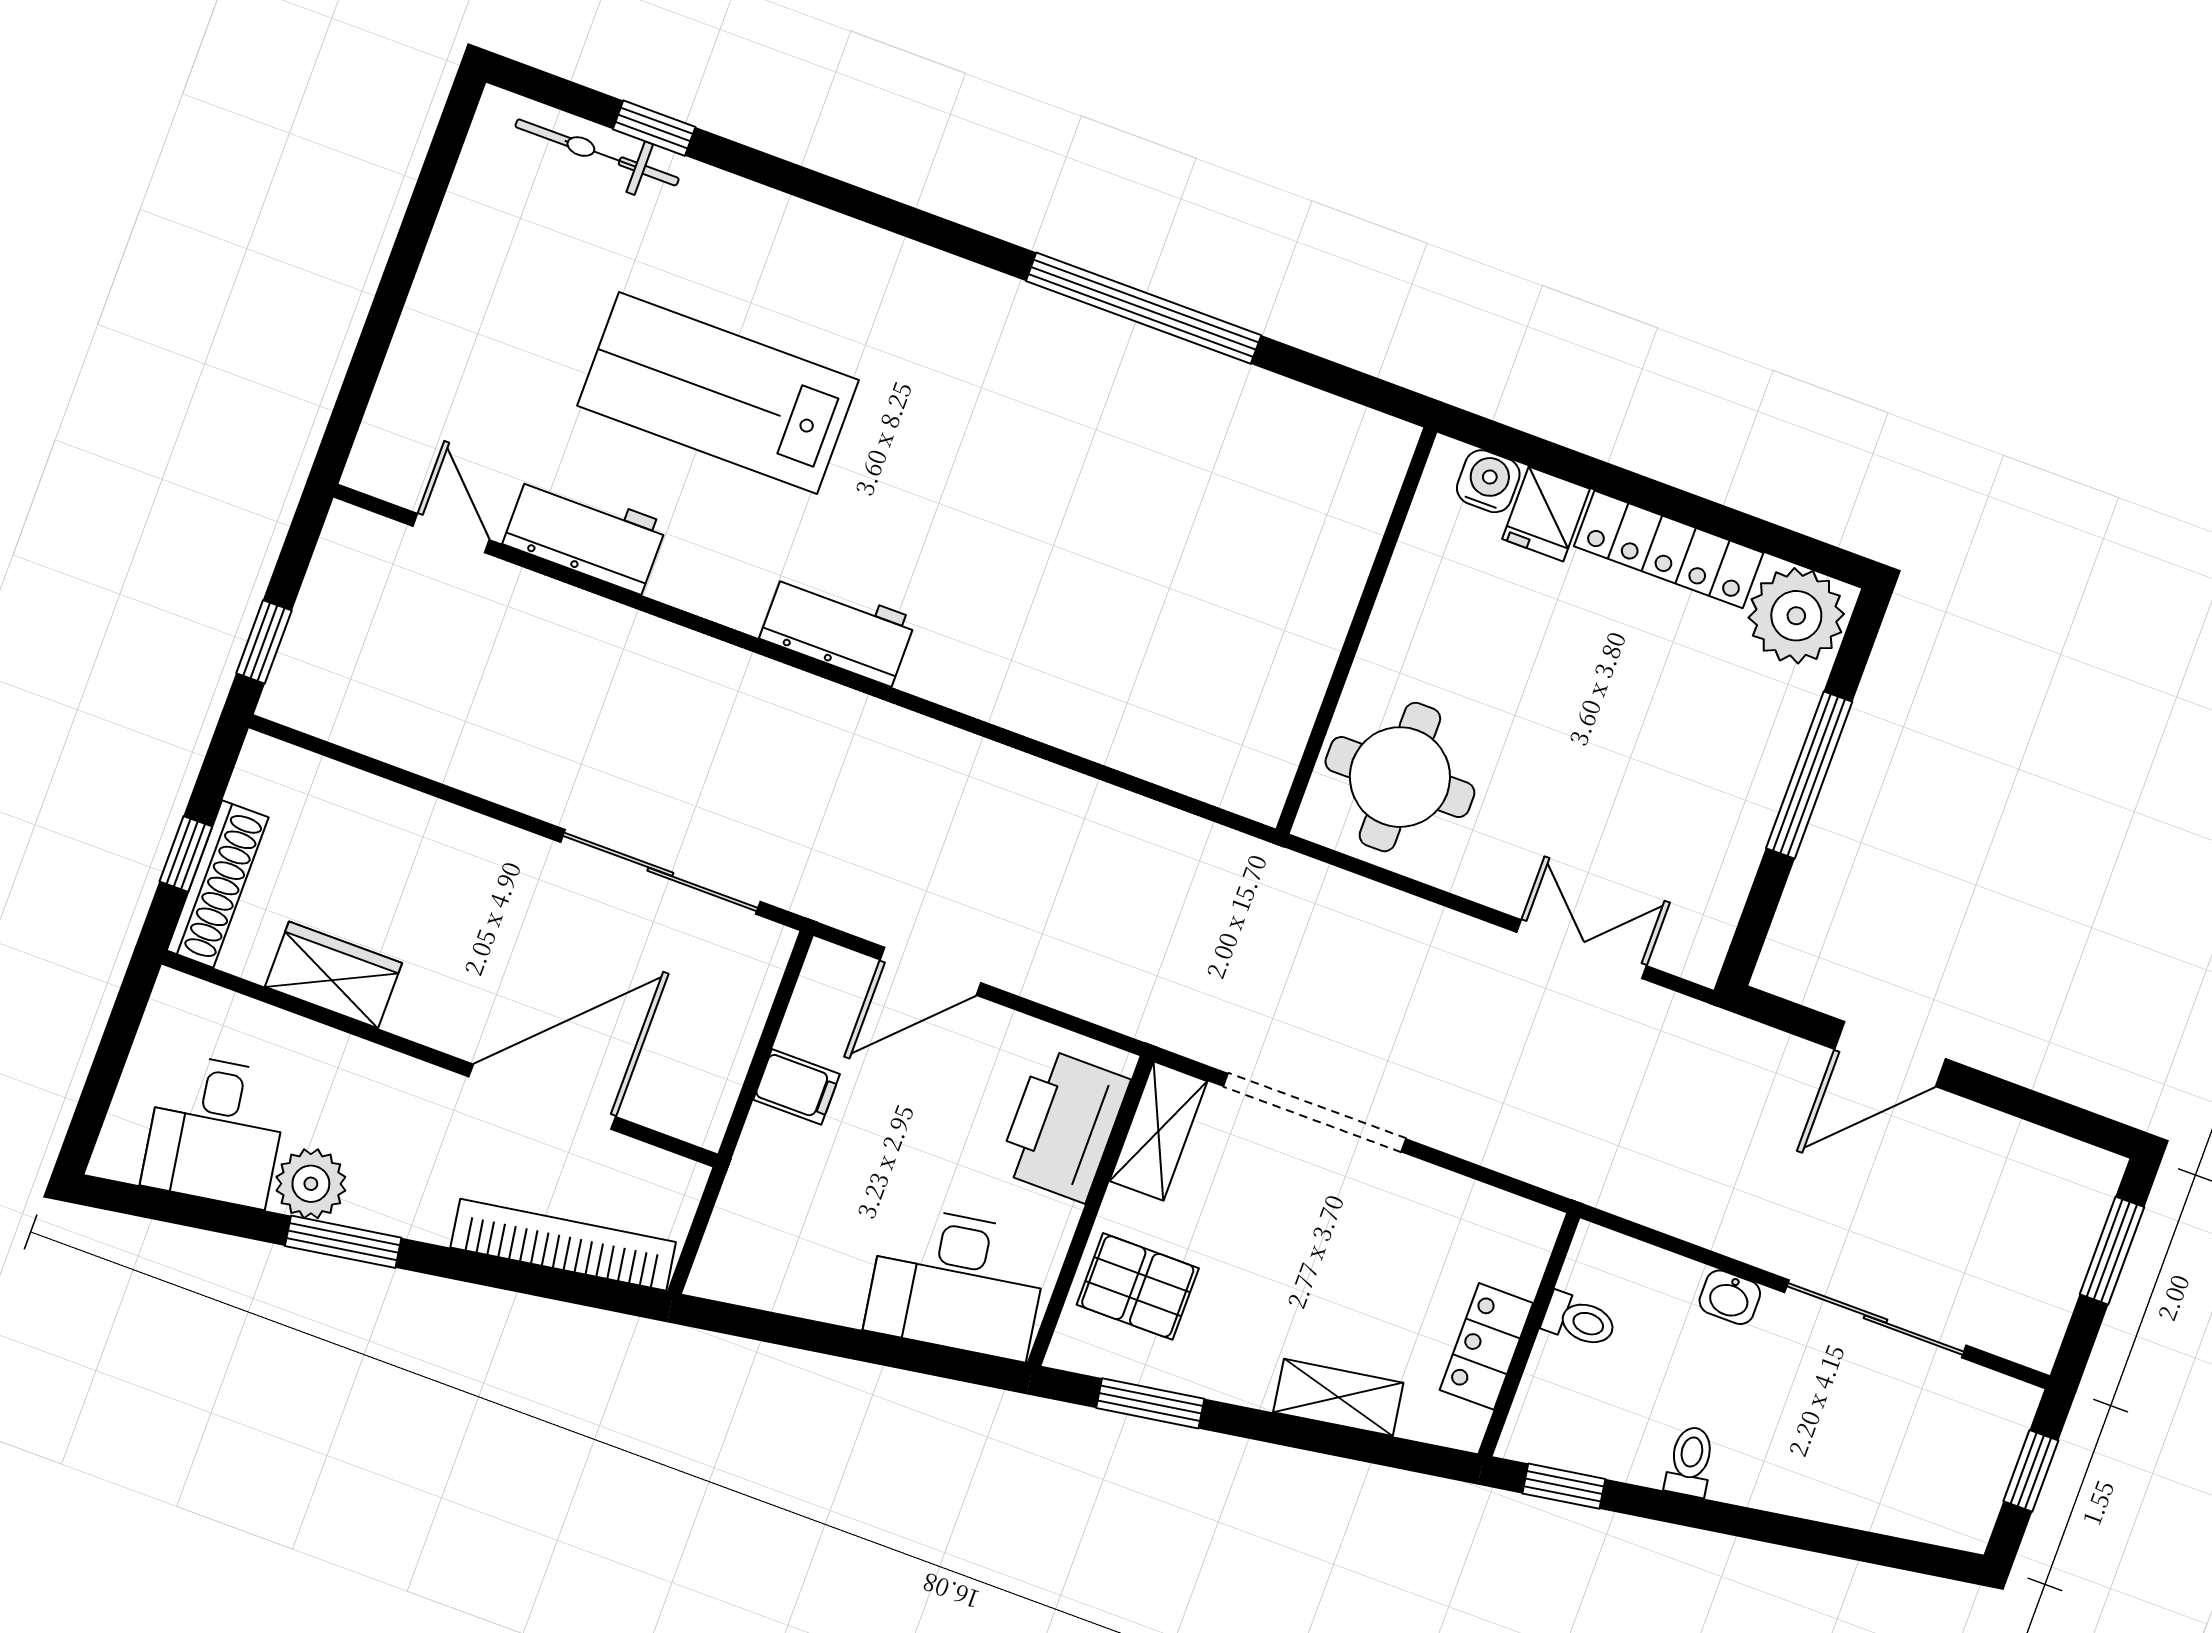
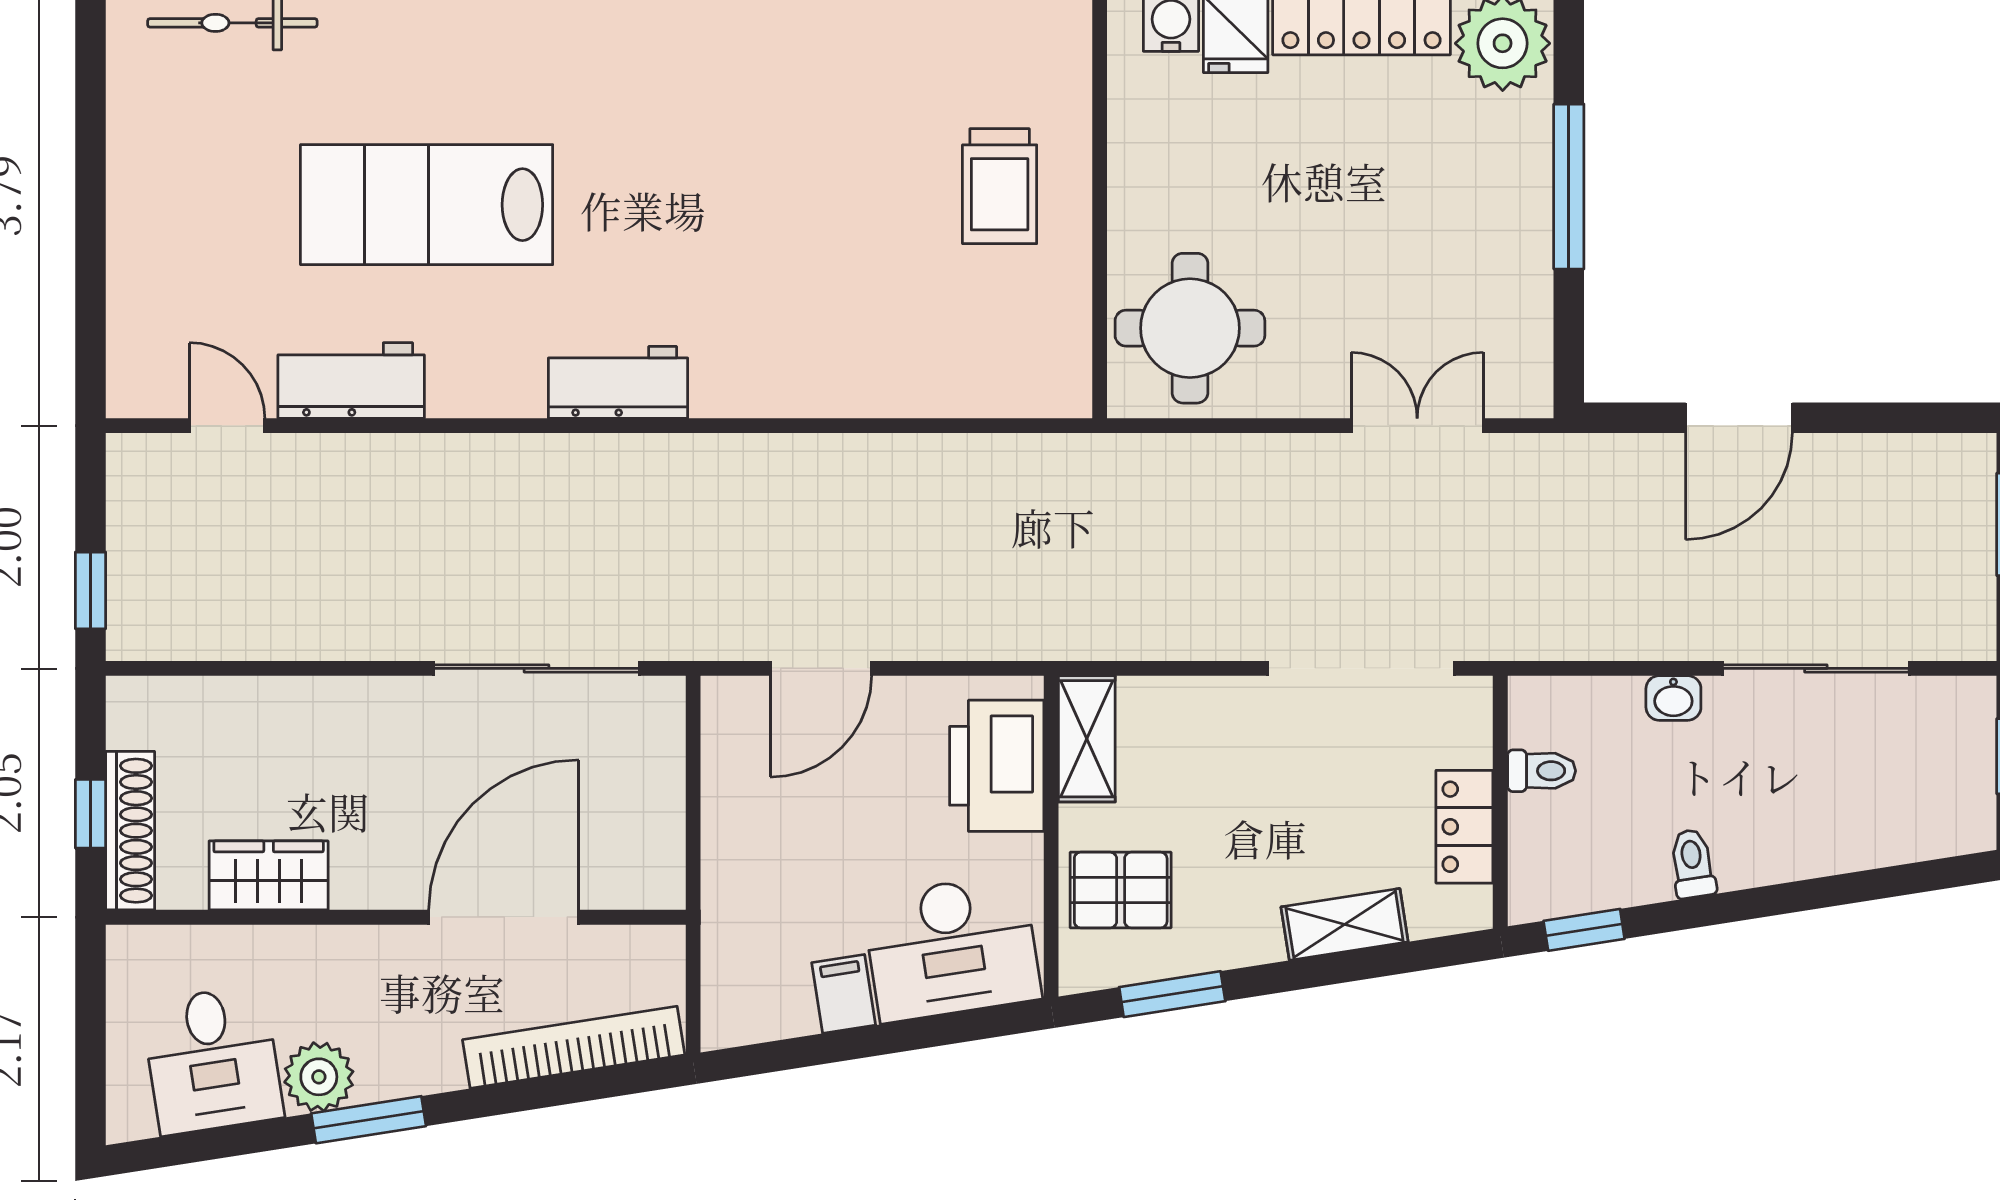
trolley: (1269, 576) -> (1000, 186), added
filing cabinet: (797, 1087) -> (844, 994), moved, turned -99
doorway: (1315, 1113) -> (1361, 668), moved

